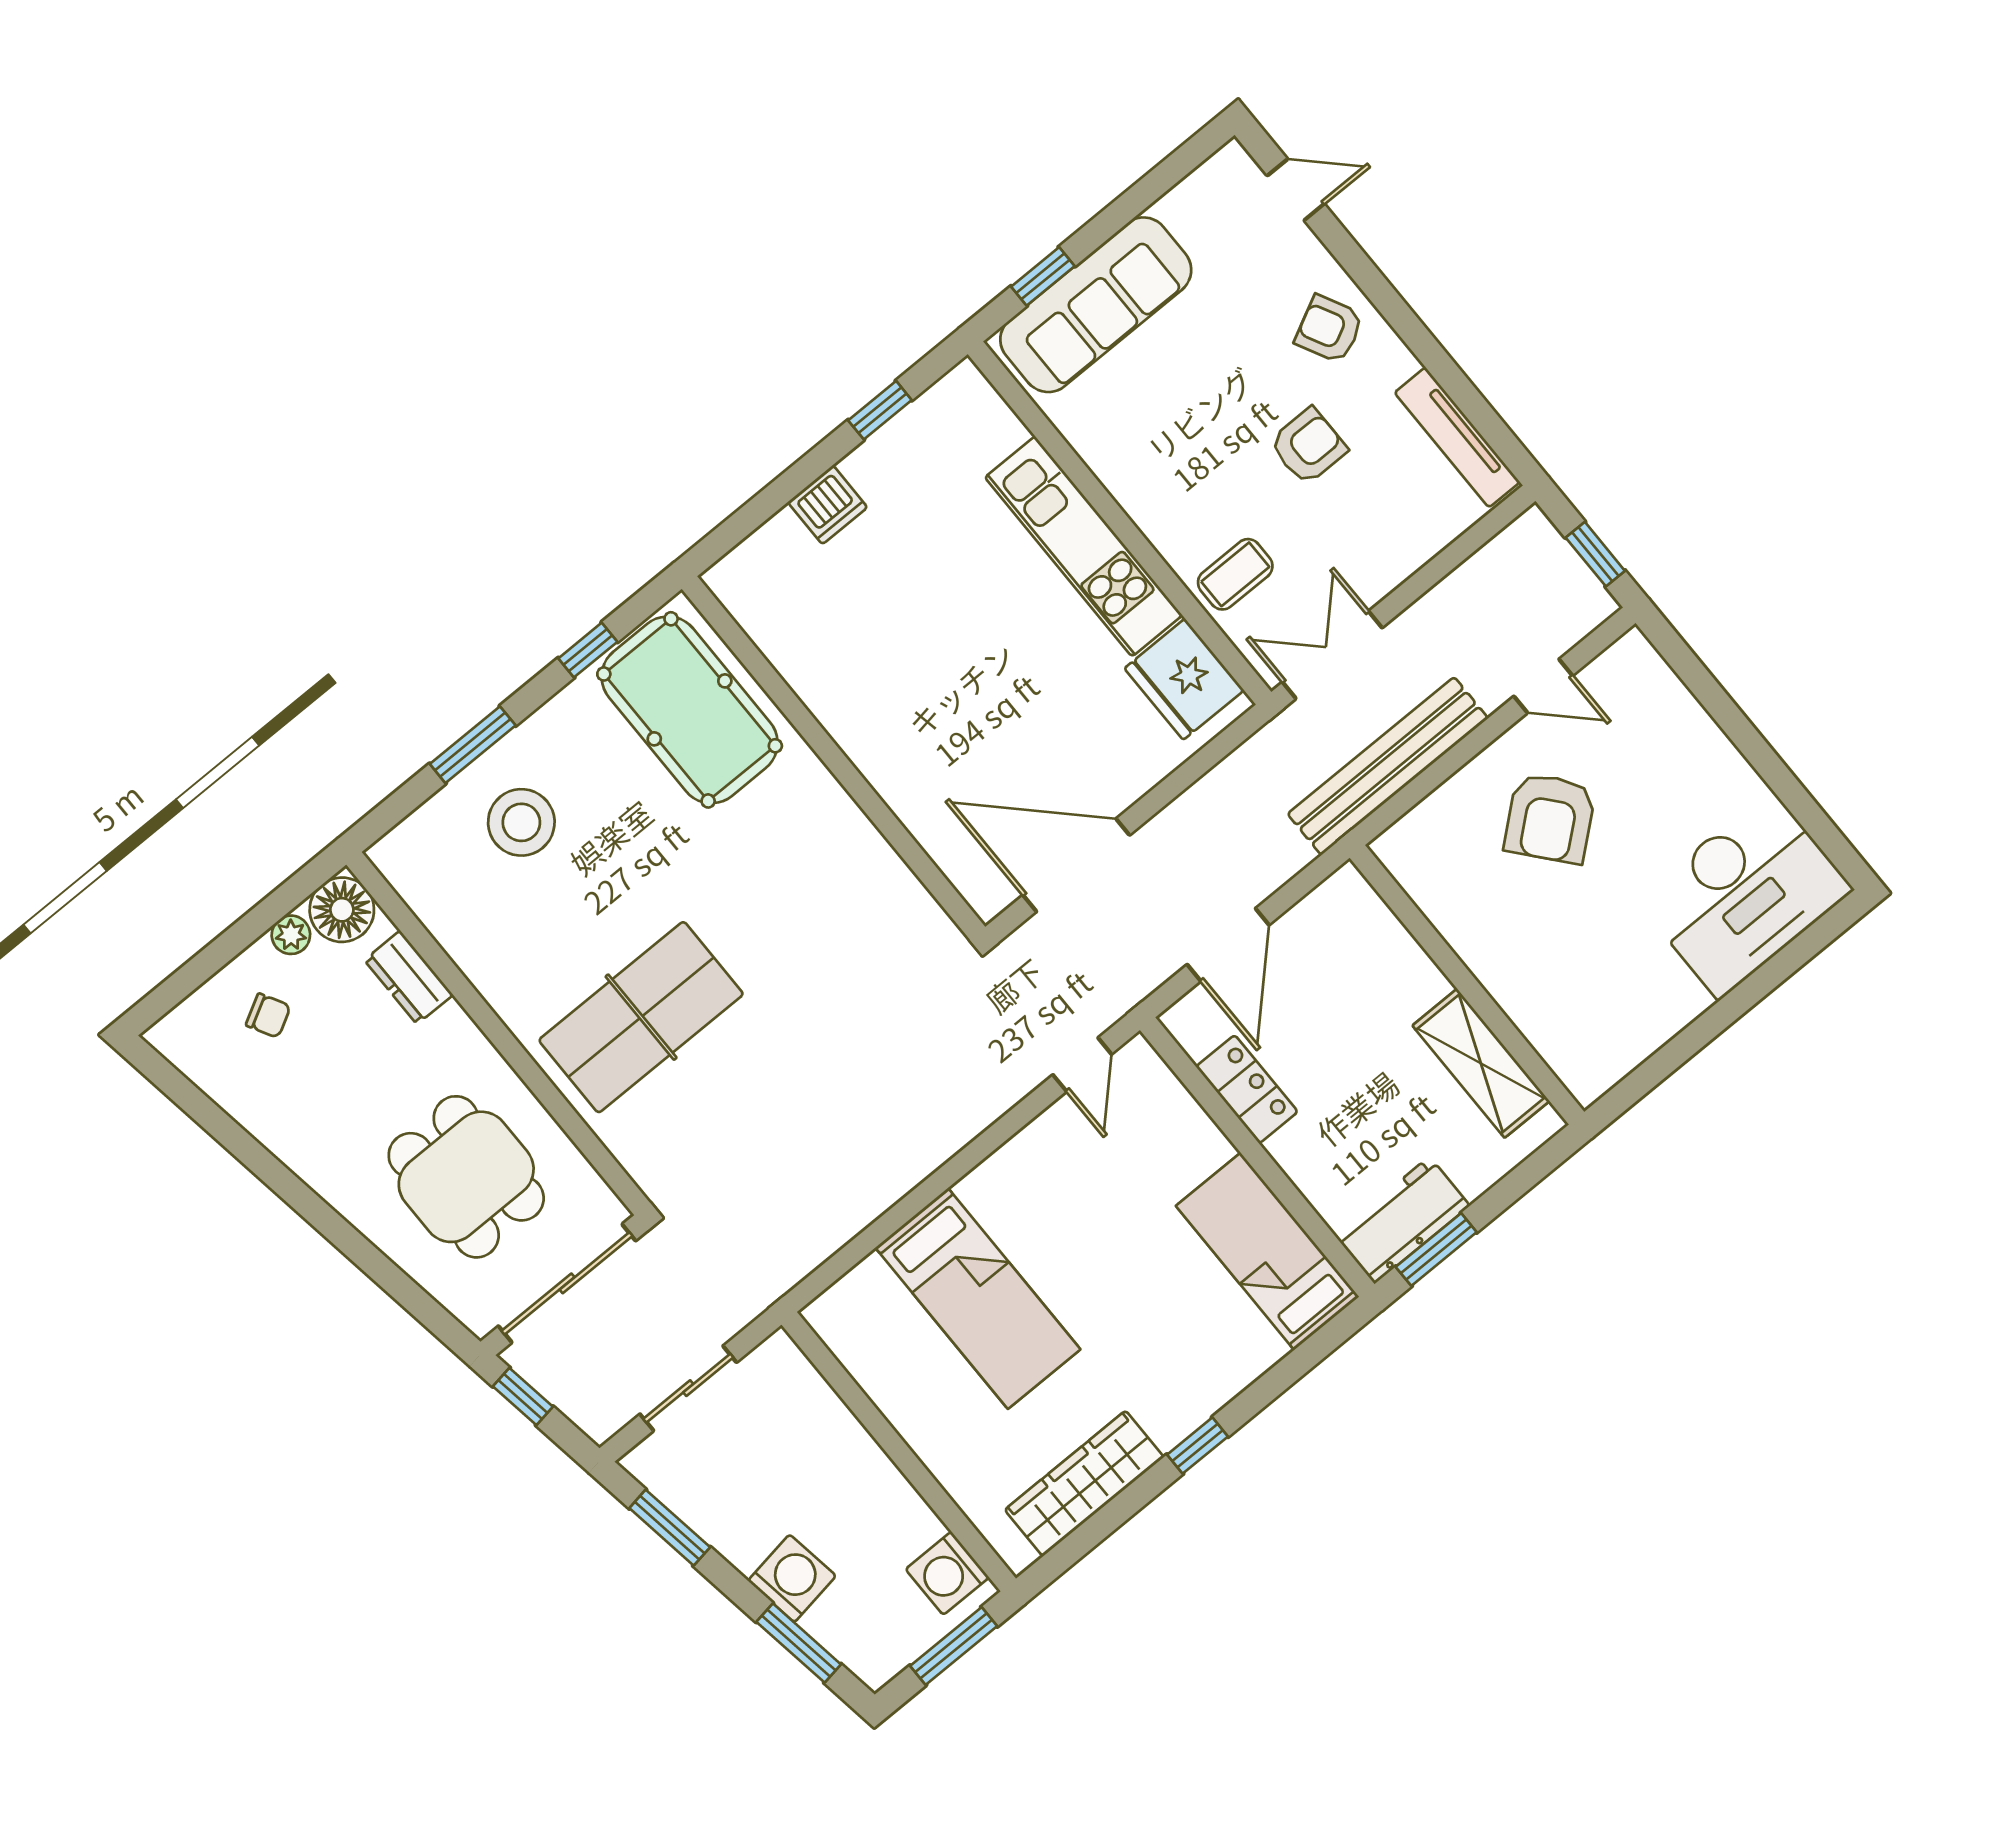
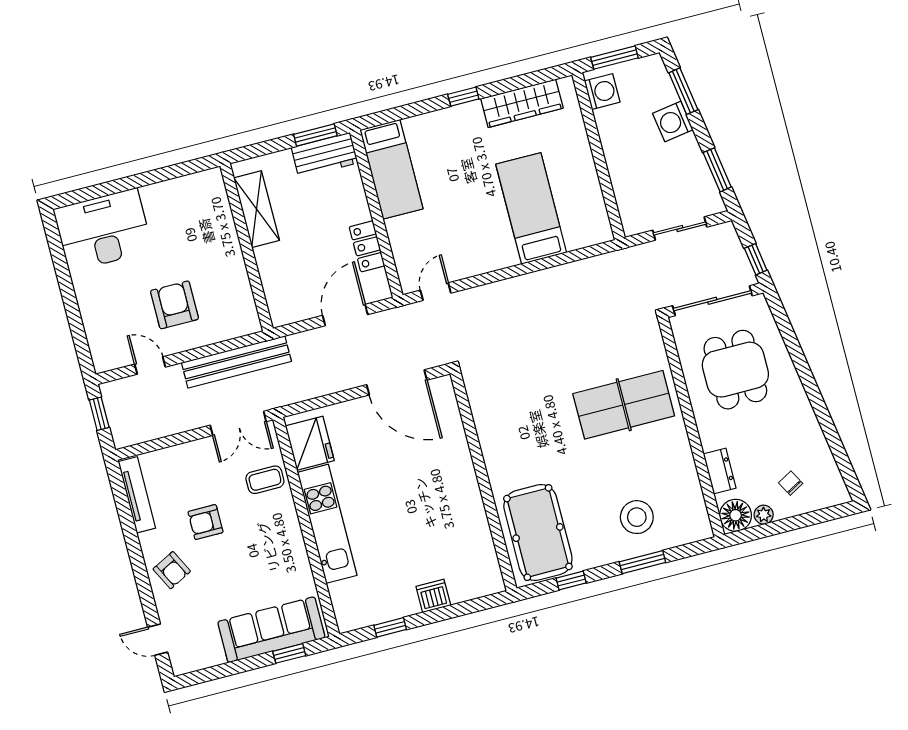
armchair: (1550, 818) -> (174, 305), turned -50

